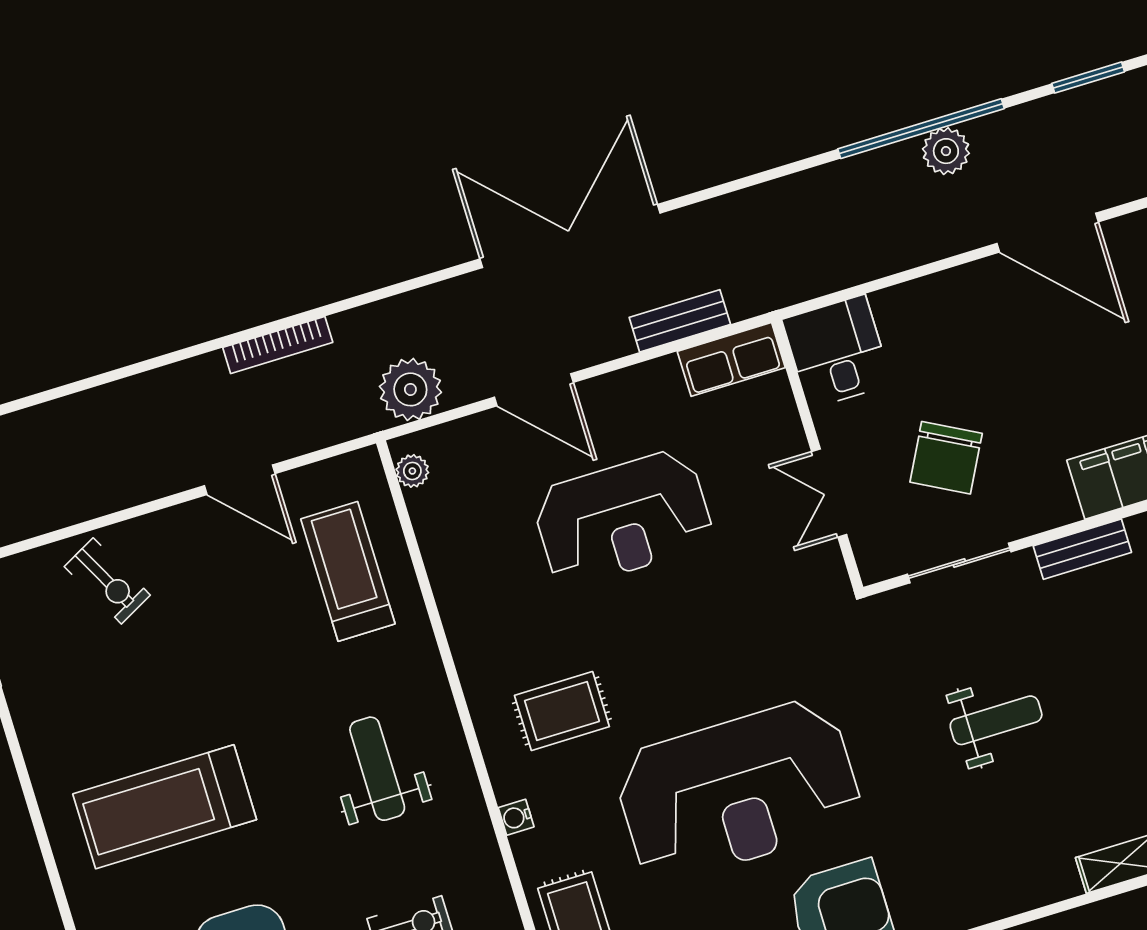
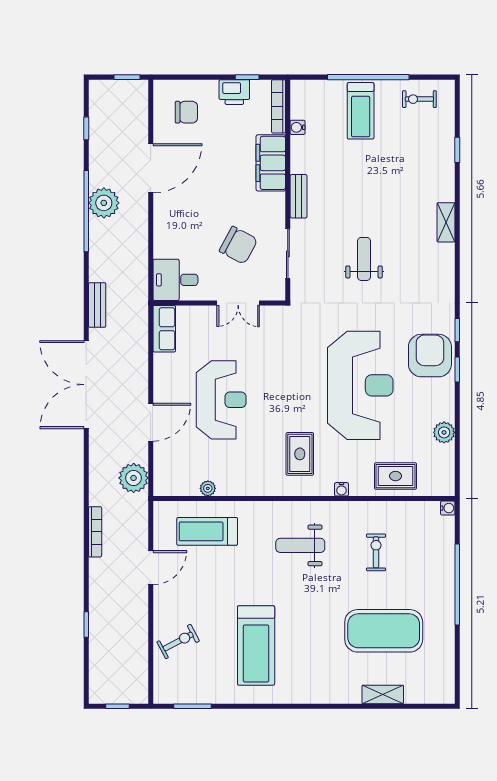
window: (1088, 78) -> (86, 128), width x0.67
plant: (946, 151) -> (104, 203), width x1.36, depth x1.36
bench: (680, 321) -> (97, 305), moved
window: (85, 384) -> (86, 625), added
plant: (412, 471) -> (208, 488), moved
treadmill: (165, 807) -> (256, 645), moved

